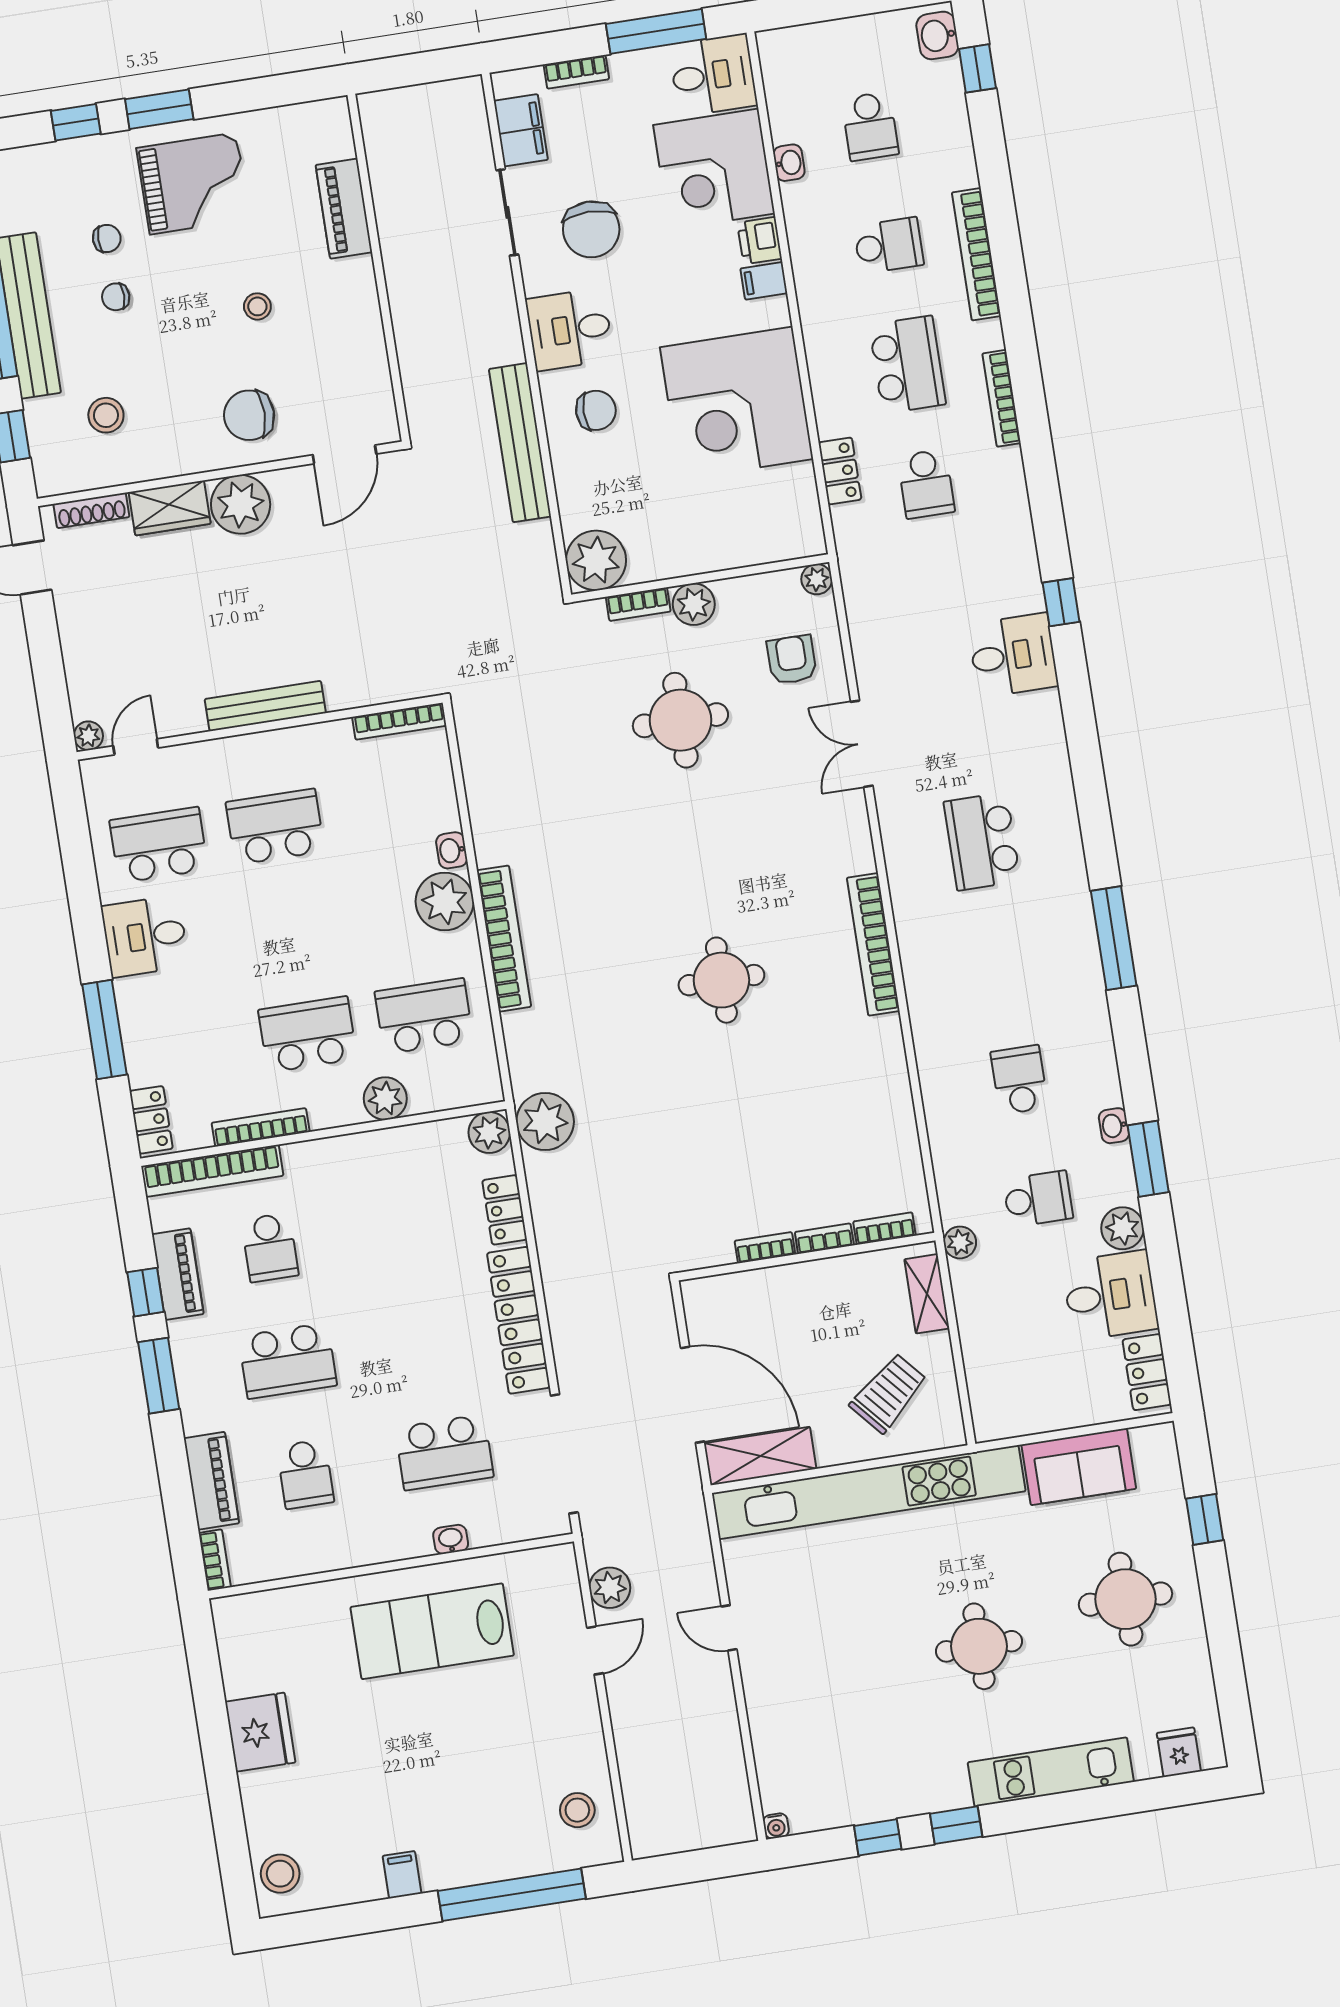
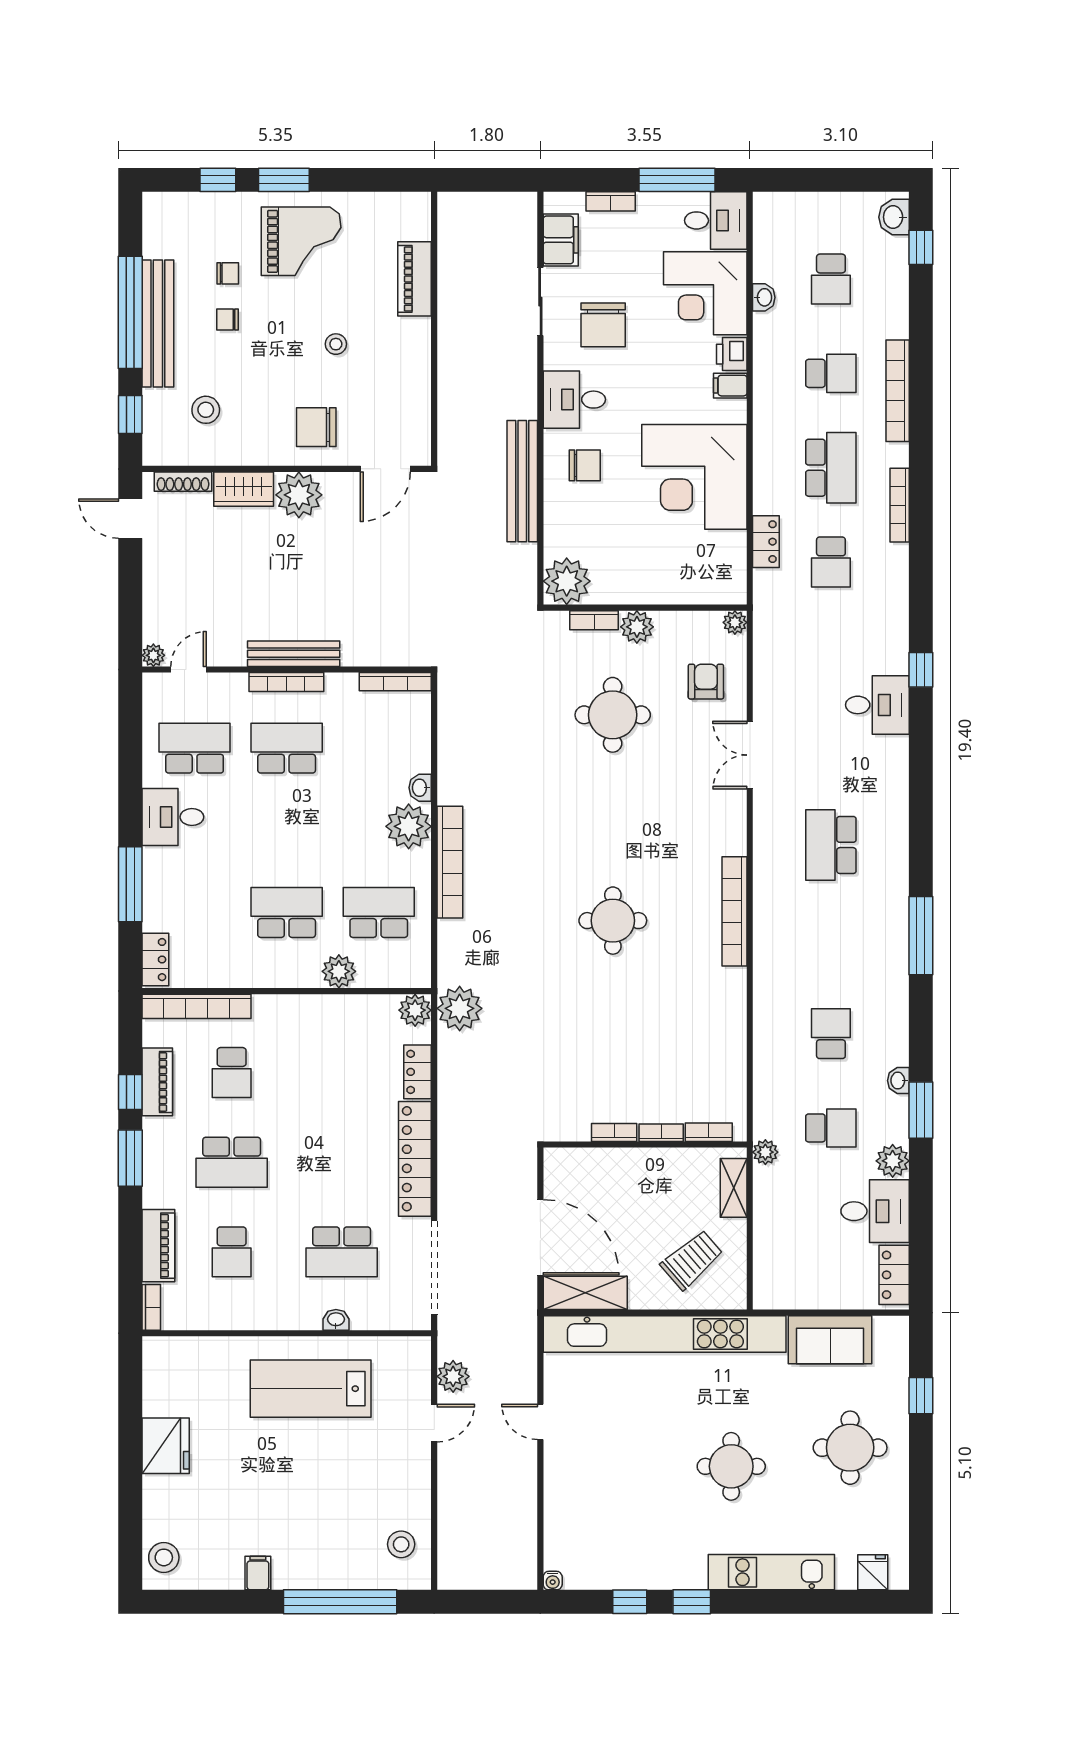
bookcase: (261, 1127) -> (286, 682), moved, turned 180

